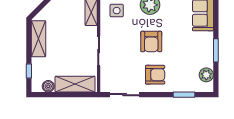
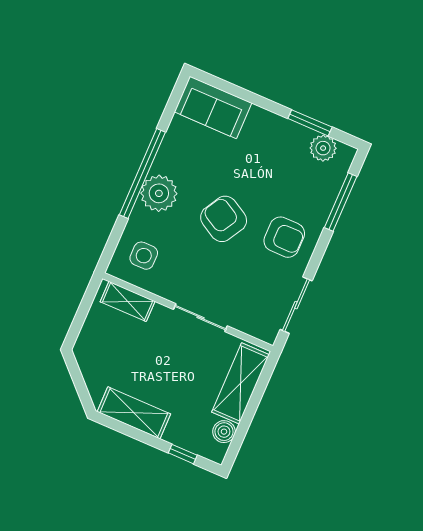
armchair: (151, 42) -> (224, 219), turned -150
window: (216, 50) -> (310, 123), moved
armchair: (155, 75) -> (284, 237), turned 90
window: (184, 95) -> (341, 202), width x1.44

